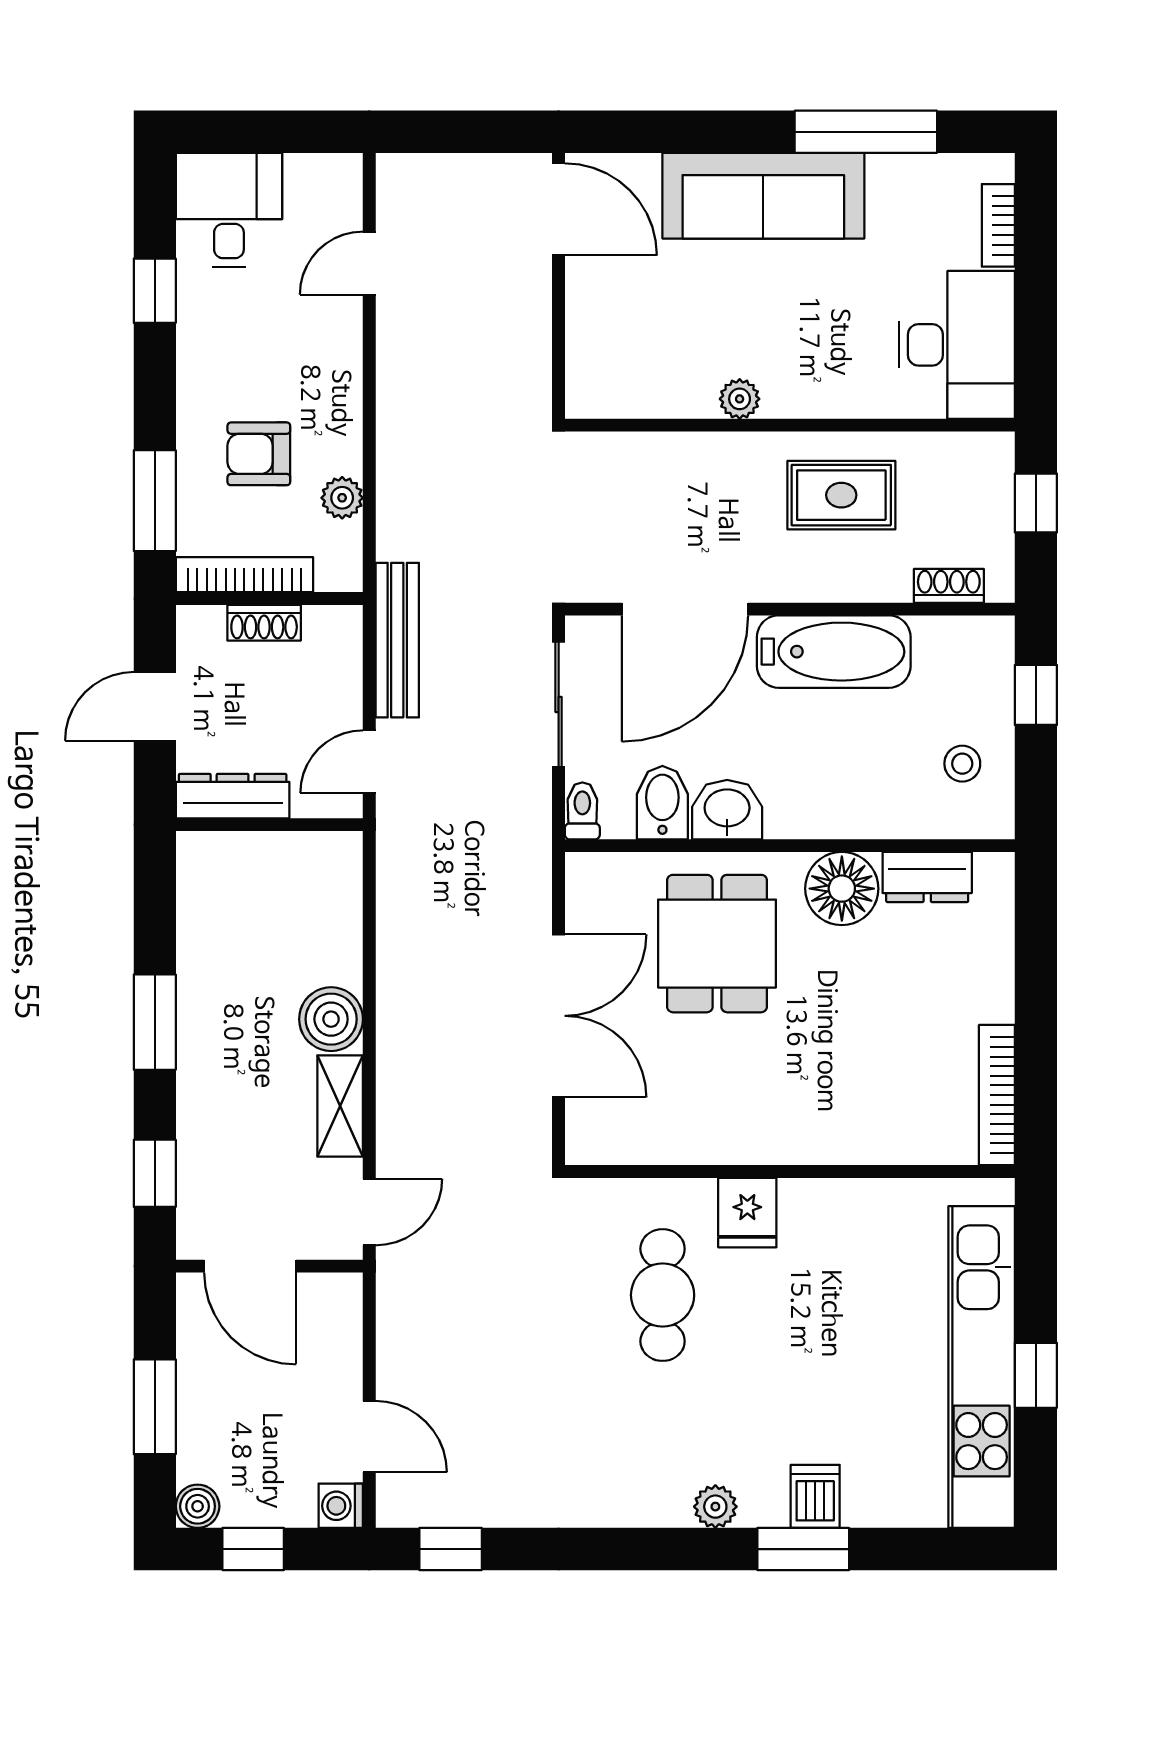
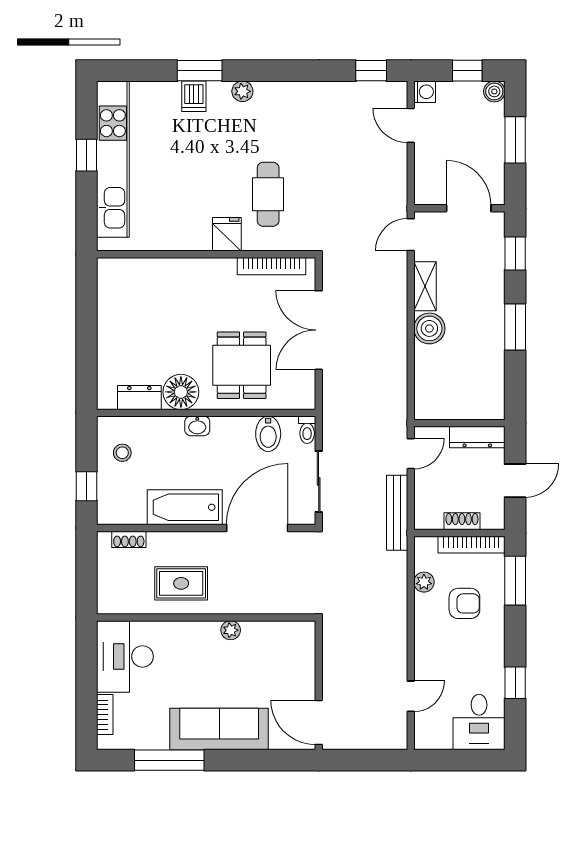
window: (1036, 503) -> (86, 580), removed
washbasin: (727, 810) -> (197, 426), moved, width x0.72, depth x0.69
bookcase: (997, 1095) -> (271, 266), moved, turned 90

